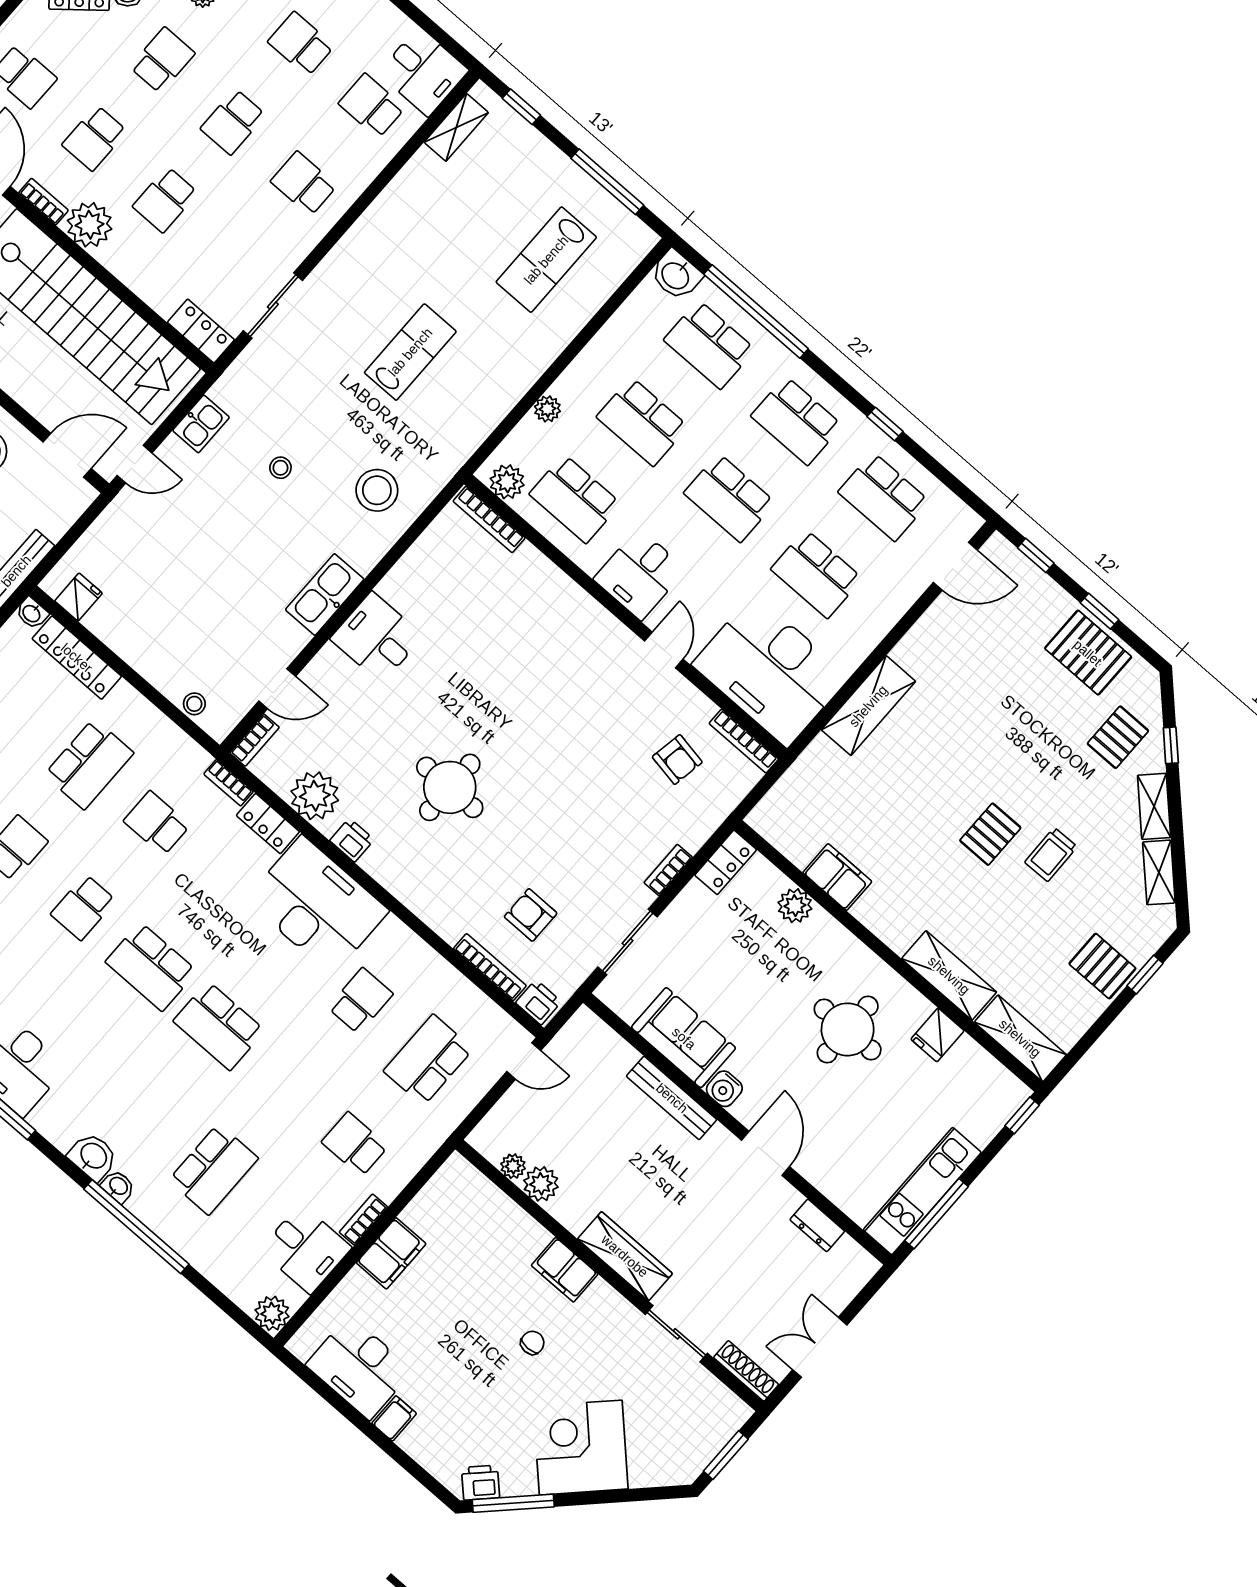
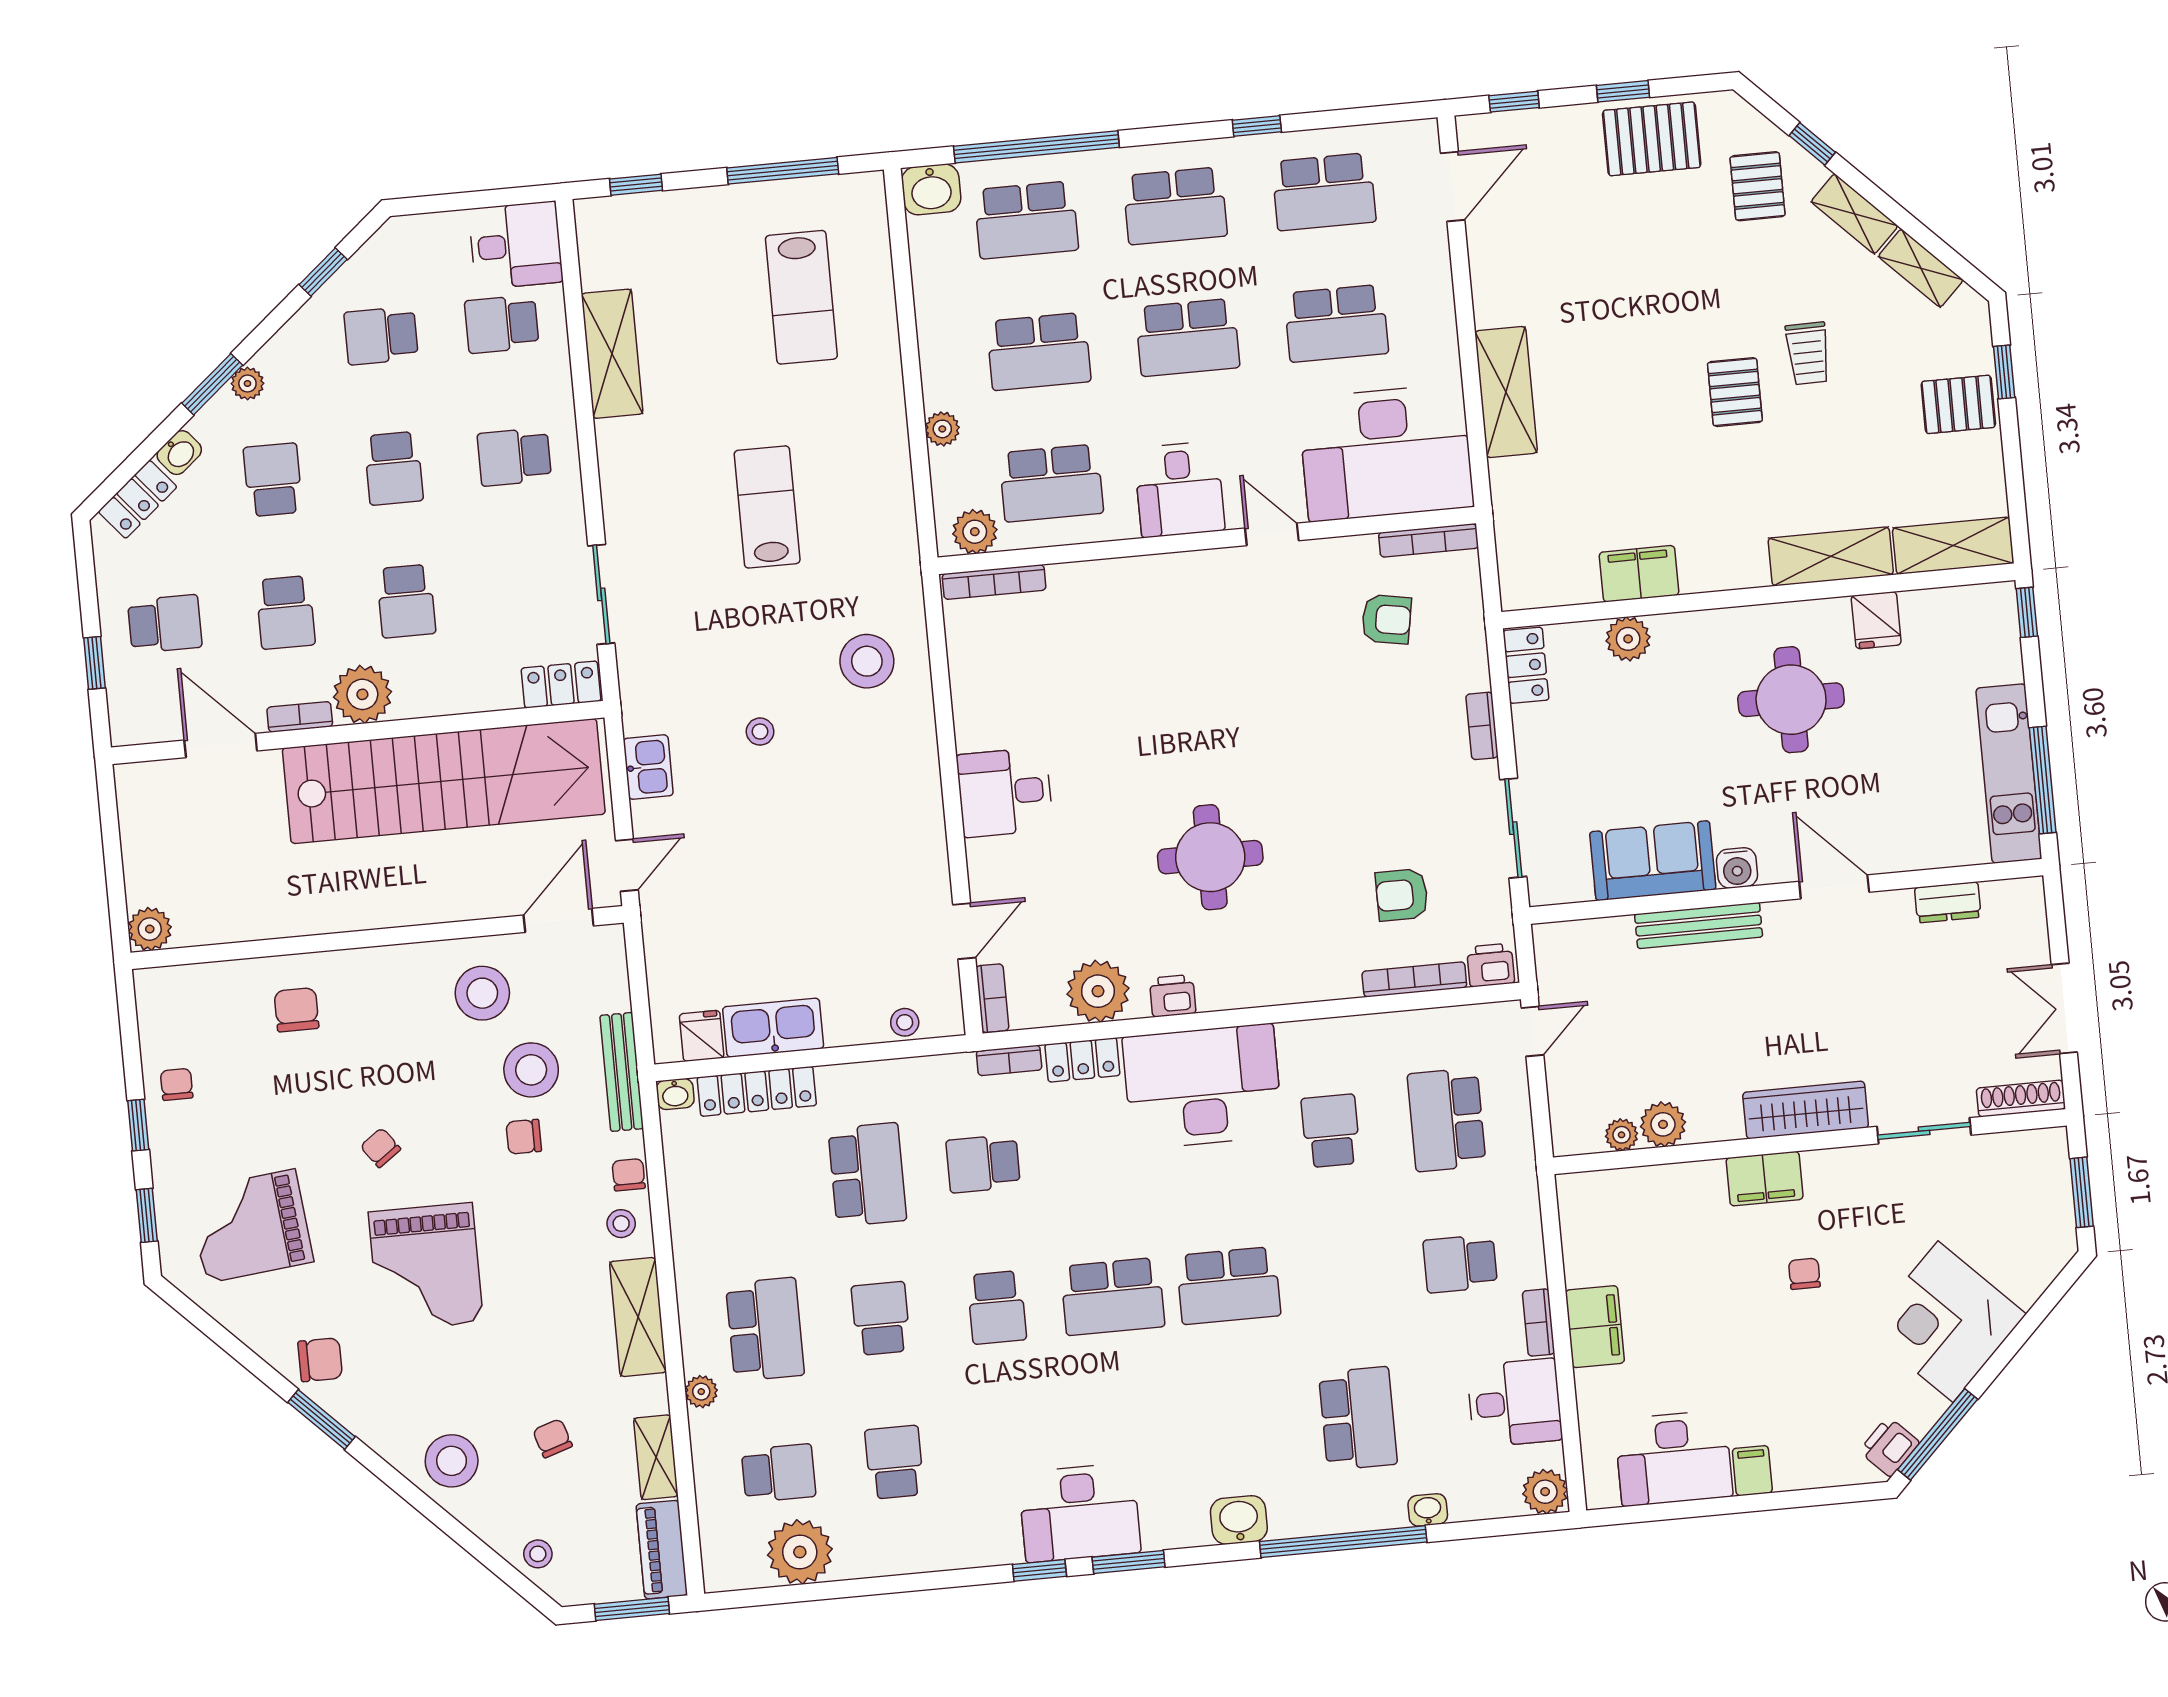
shelving: (456, 127) -> (612, 354), moved, width x1.50, depth x1.33
kitchen sink: (325, 594) -> (773, 1028), moved, turned 90
washbasin: (118, 1186) -> (1428, 1510), moved

